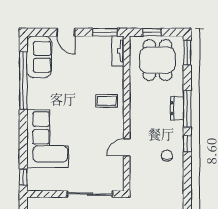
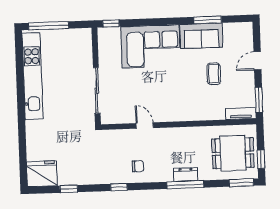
window: (152, 32) -> (261, 159), moved
sofa: (39, 57) -> (201, 36), moved
window: (23, 81) -> (208, 20), width x0.47
coffee table: (107, 101) -> (214, 74), moved
window: (187, 144) -> (119, 187), moved

